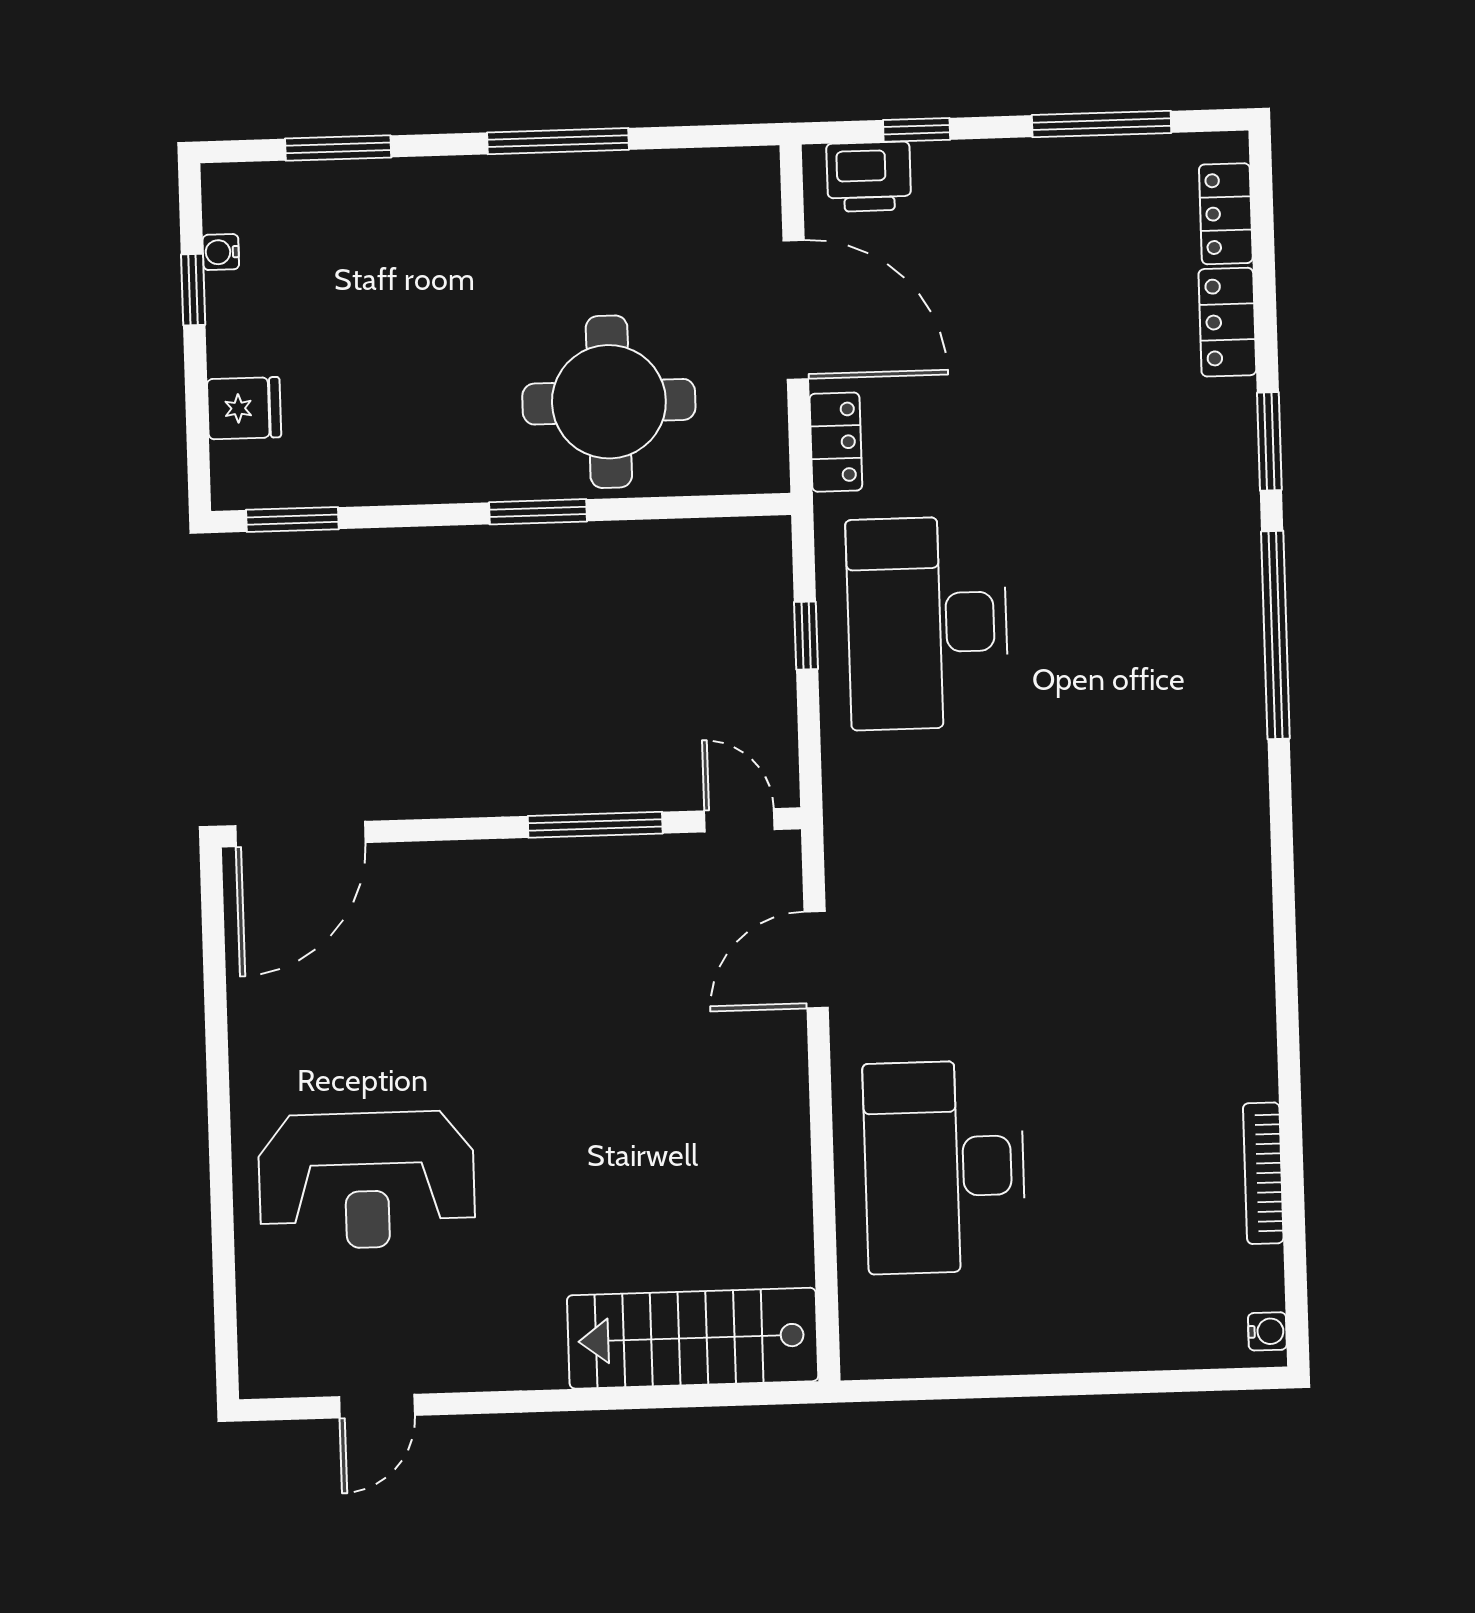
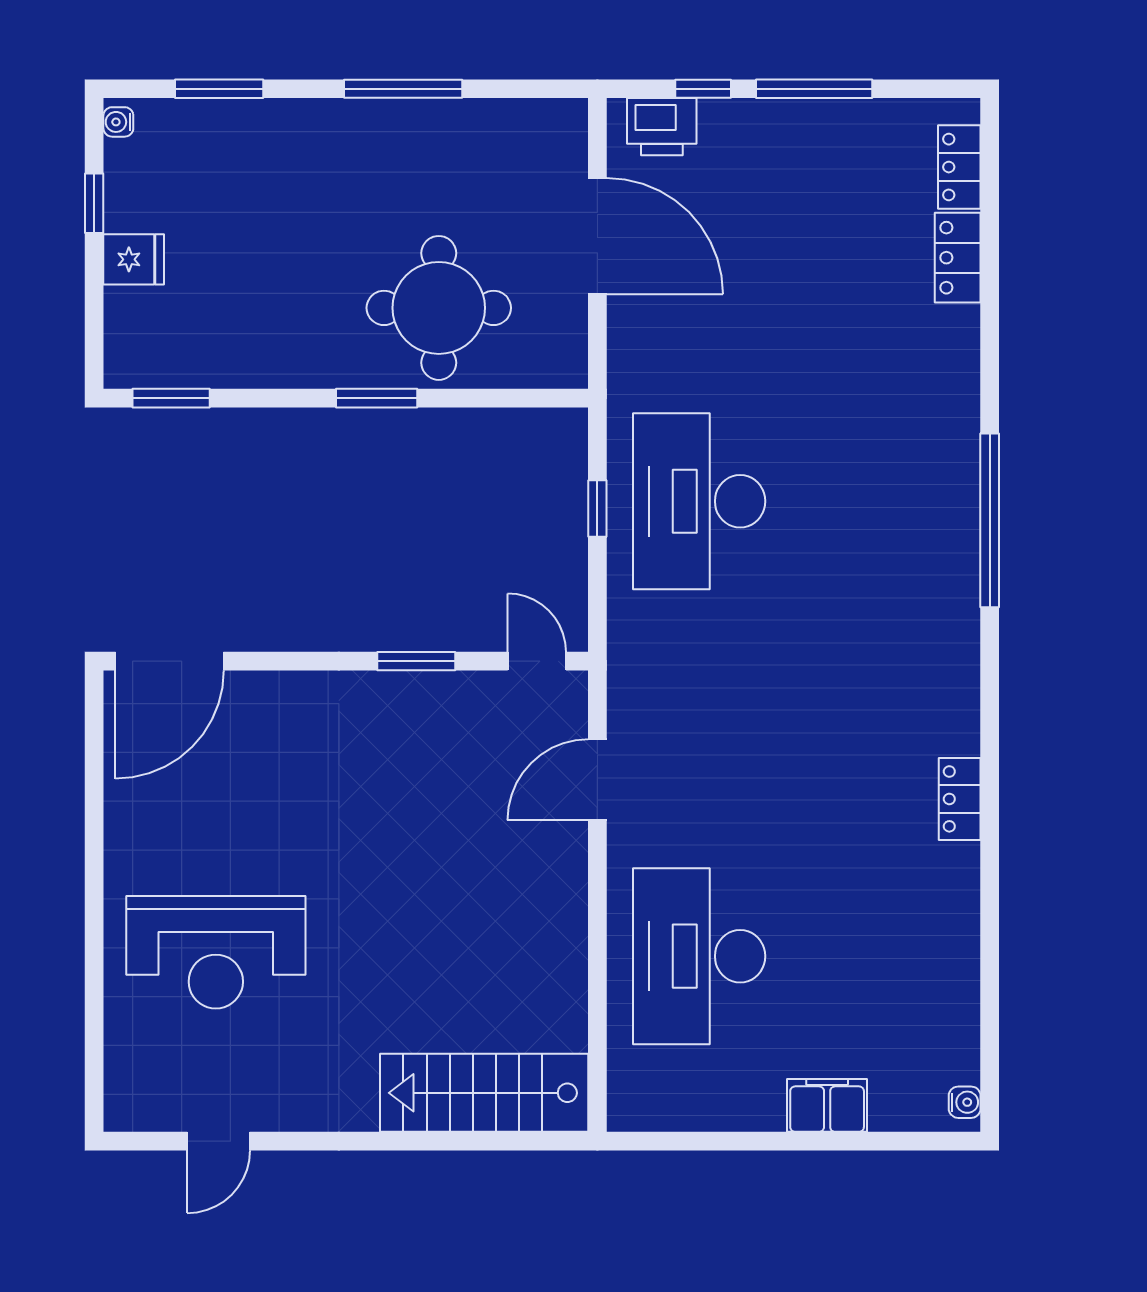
window: (1102, 124) -> (814, 89), moved
water cooler: (221, 252) -> (118, 122), moved
fridge: (244, 408) -> (134, 259), moved
window: (1269, 441) -> (990, 358), removed
locker: (836, 442) -> (960, 799), moved, turned 180
window: (595, 825) -> (416, 661), width x0.69
bookcase: (1263, 1173) -> (965, 970), removed
filing cabinet: (1103, 1340) -> (827, 1105), added

